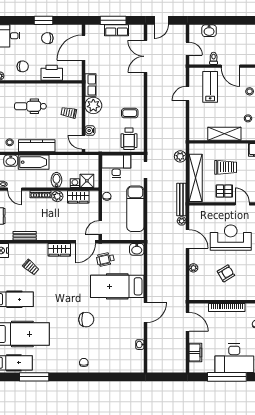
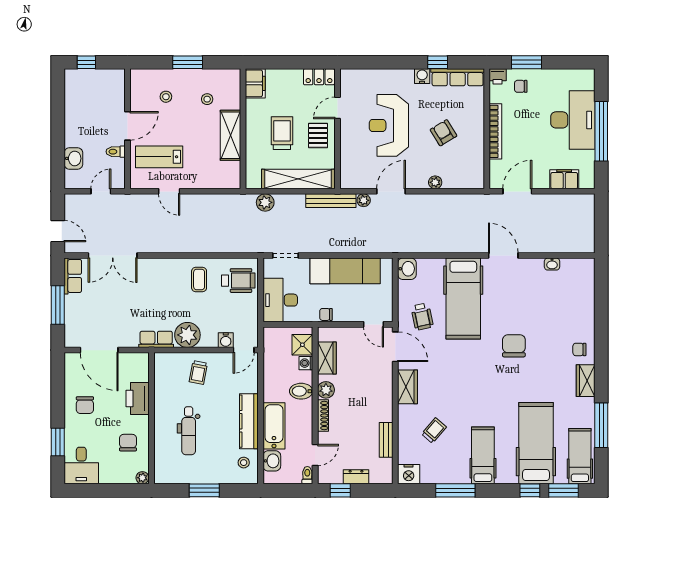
window: (43, 20) -> (58, 442), moved
row of seats: (117, 30) -> (73, 276), moved
wardrobe: (63, 367) -> (586, 381), added

